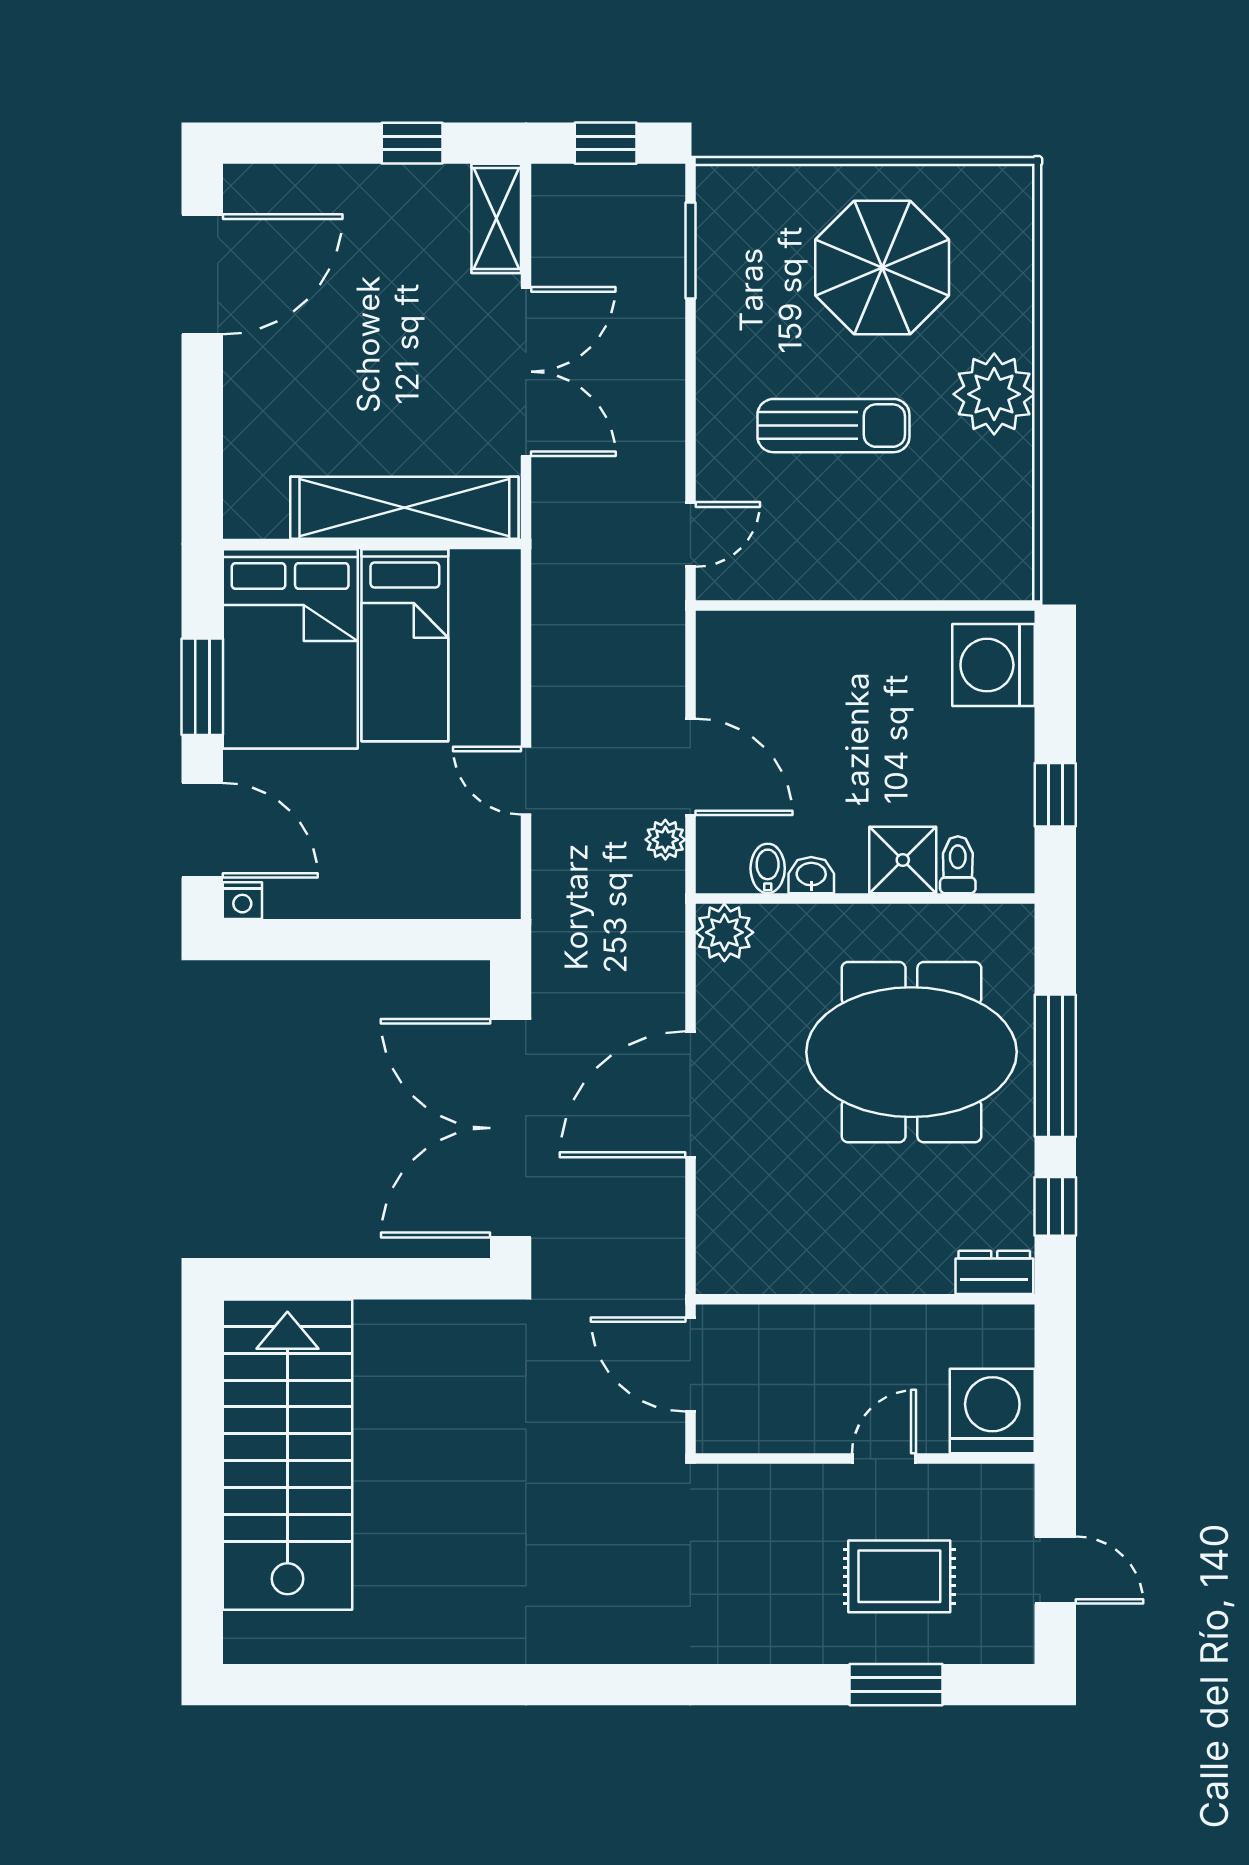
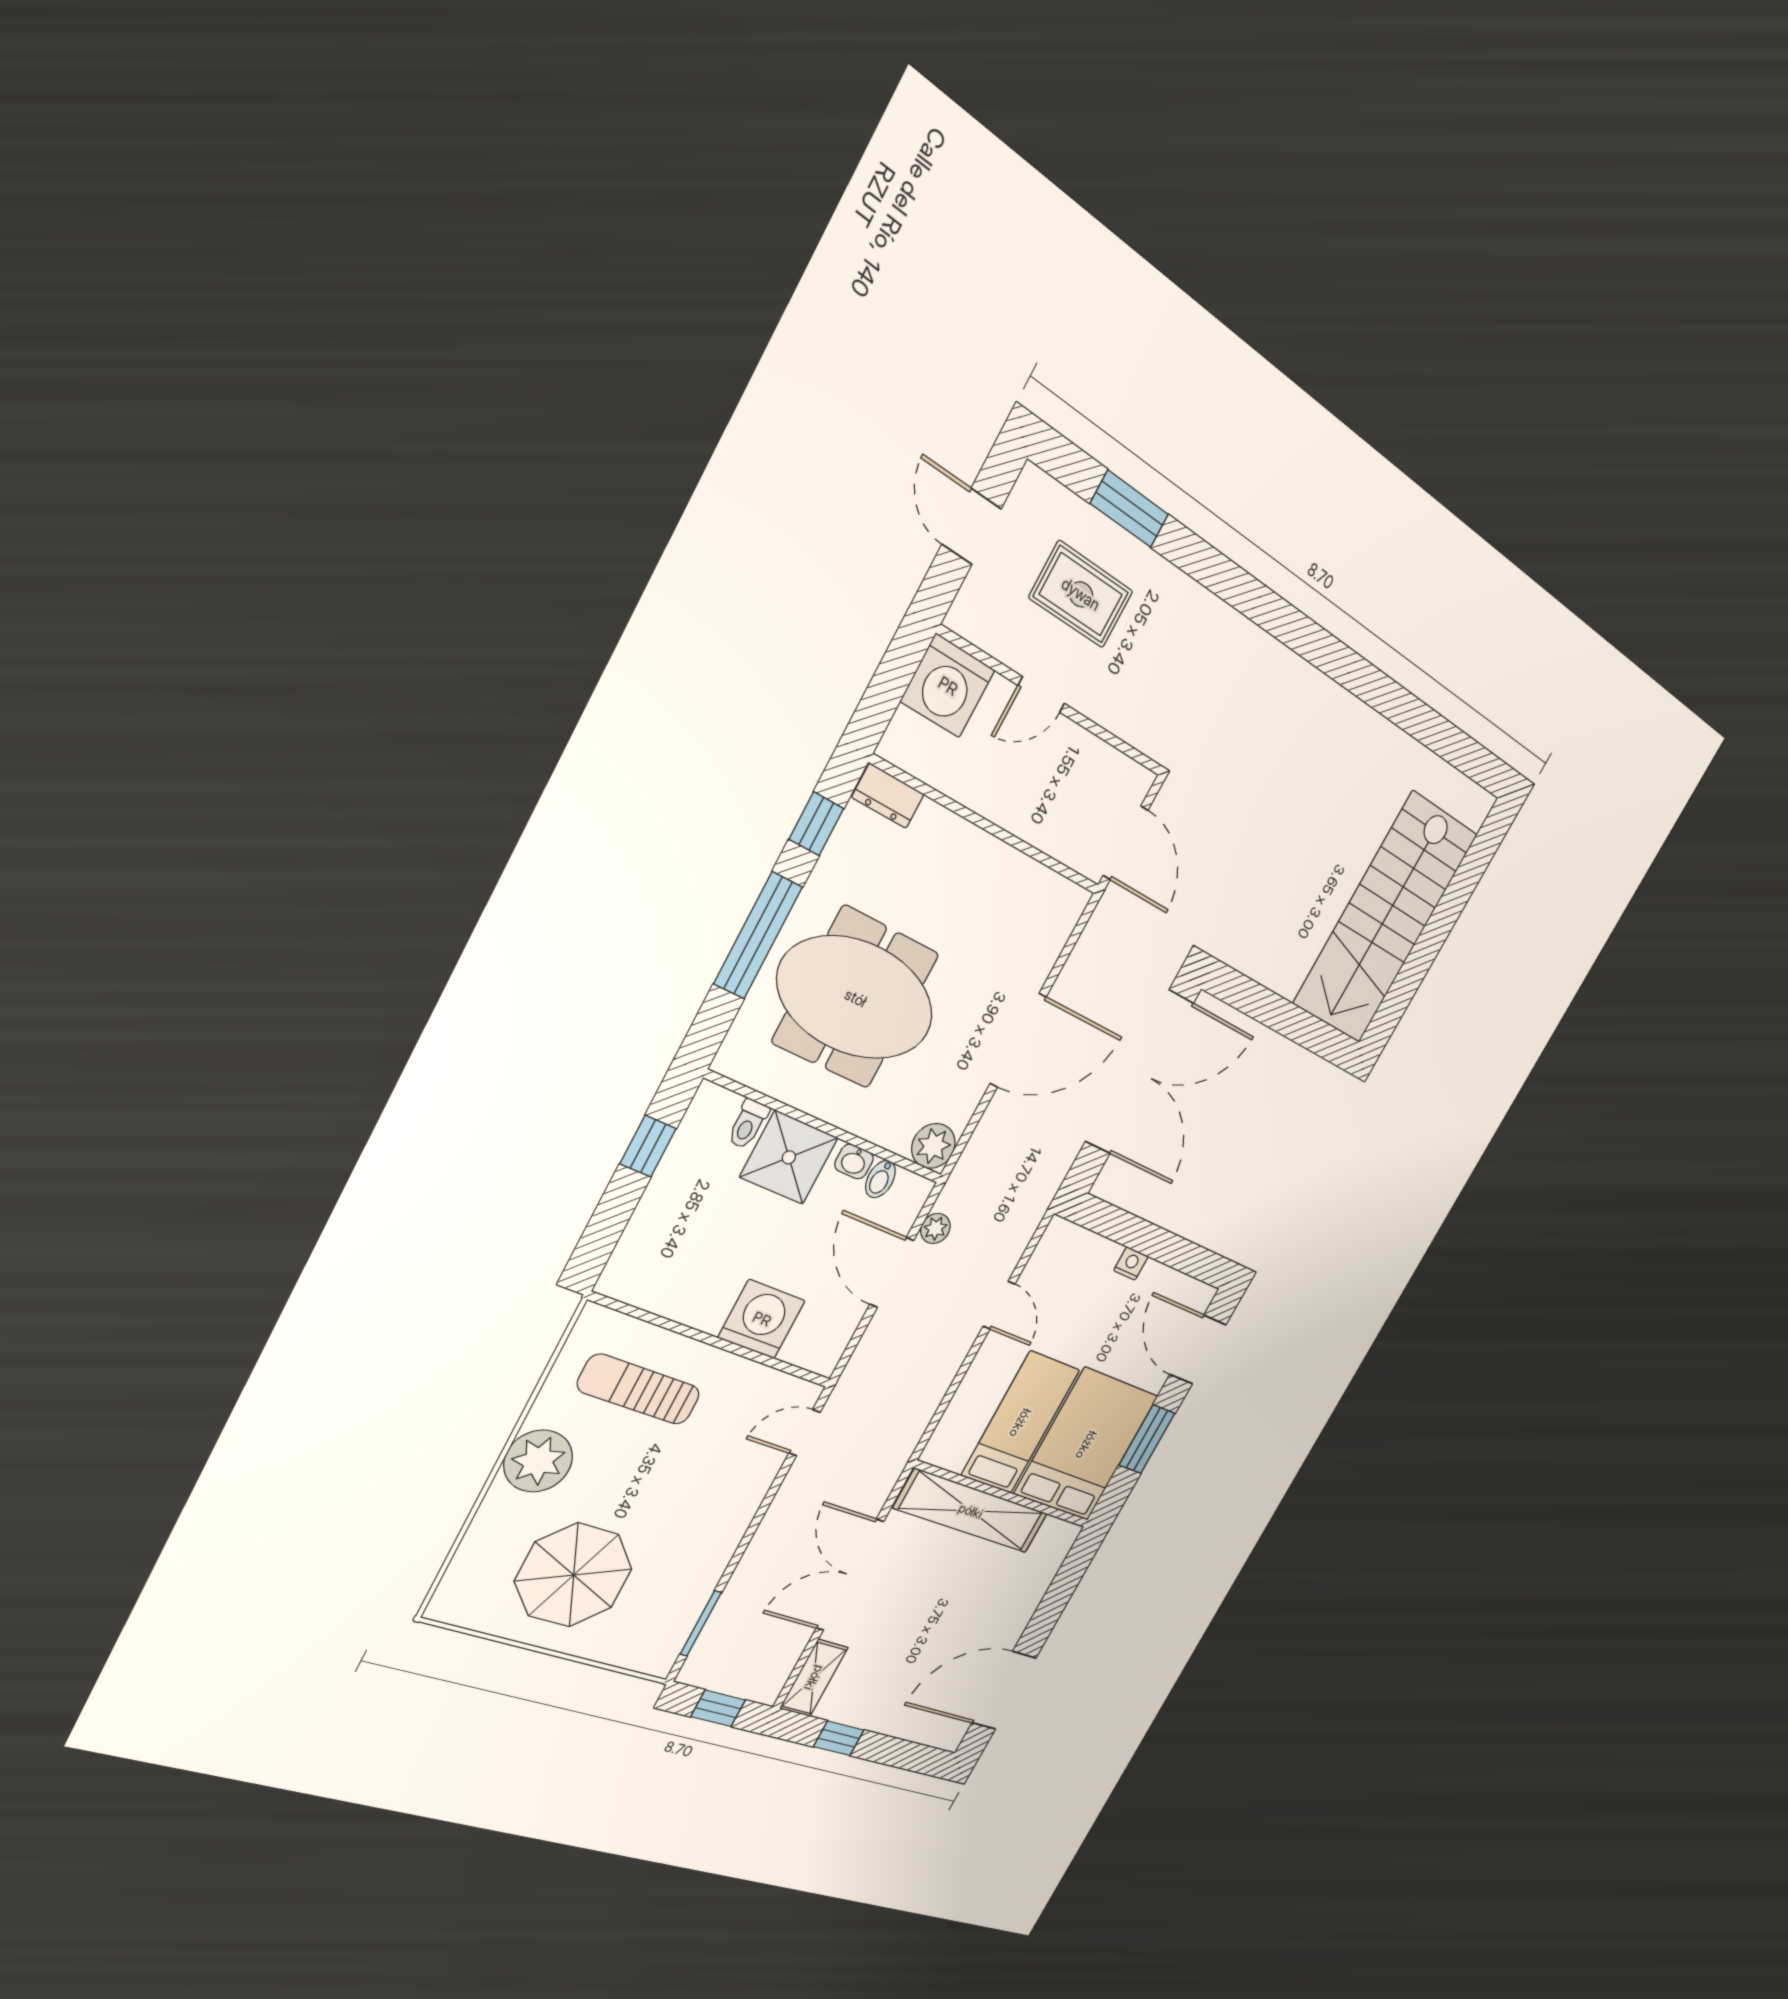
sun lounger: (833, 426) -> (639, 1389), moved
washing machine: (993, 665) -> (762, 1319), moved, turned -90
shower: (903, 860) -> (789, 1157), width x1.36, depth x1.36
nightstand: (242, 901) -> (1131, 1263), moved

